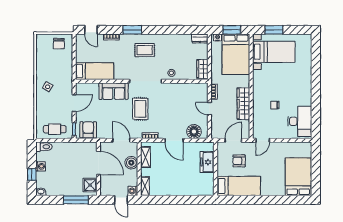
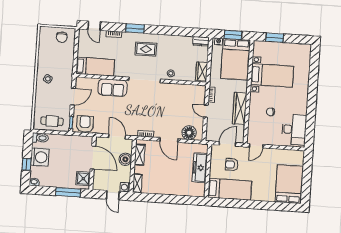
bed with nightstands: (274, 52) -> (272, 75), moved
rug: (140, 109) -> (138, 107), removed
freezer: (207, 162) -> (200, 168), width x1.40
washing machine: (41, 166) -> (40, 157), width x1.89, depth x1.89

